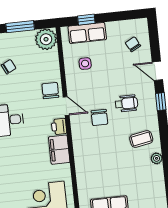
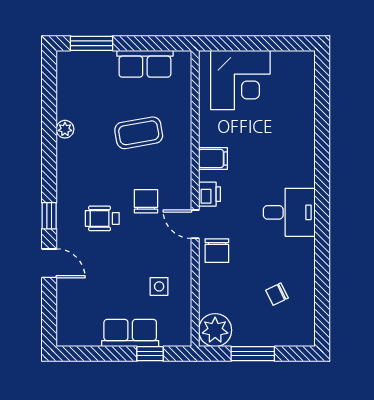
row of seats: (87, 33) -> (130, 333), moved
chair: (133, 44) -> (82, 308), removed
coffee table: (141, 139) -> (139, 133), moved, width x1.36, depth x1.30
filing cabinet: (59, 150) -> (213, 159), width x0.50

